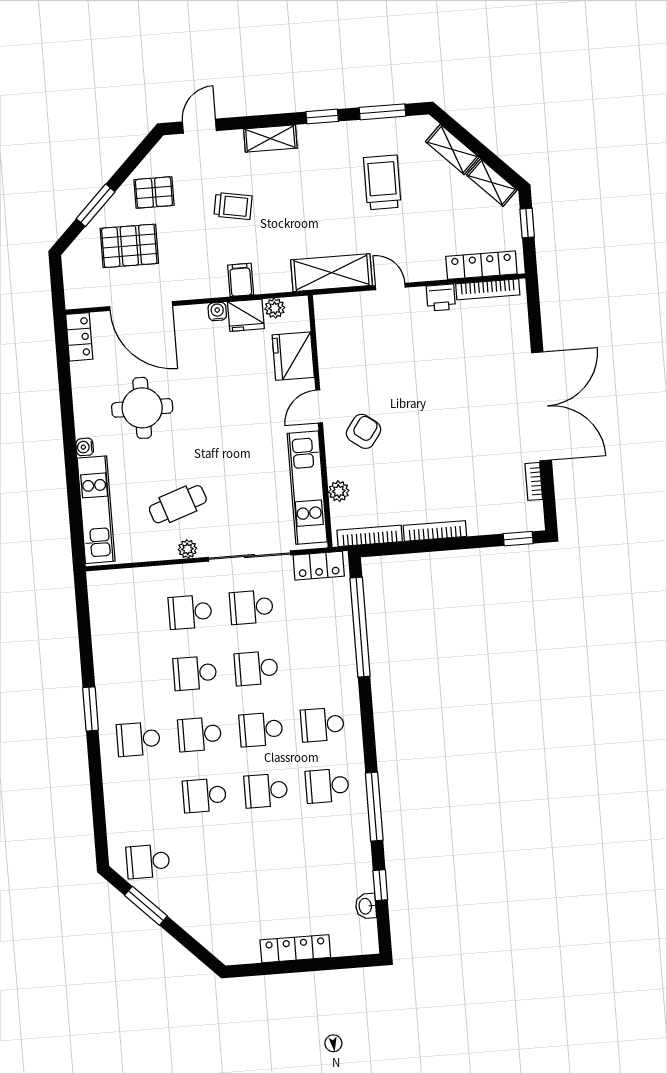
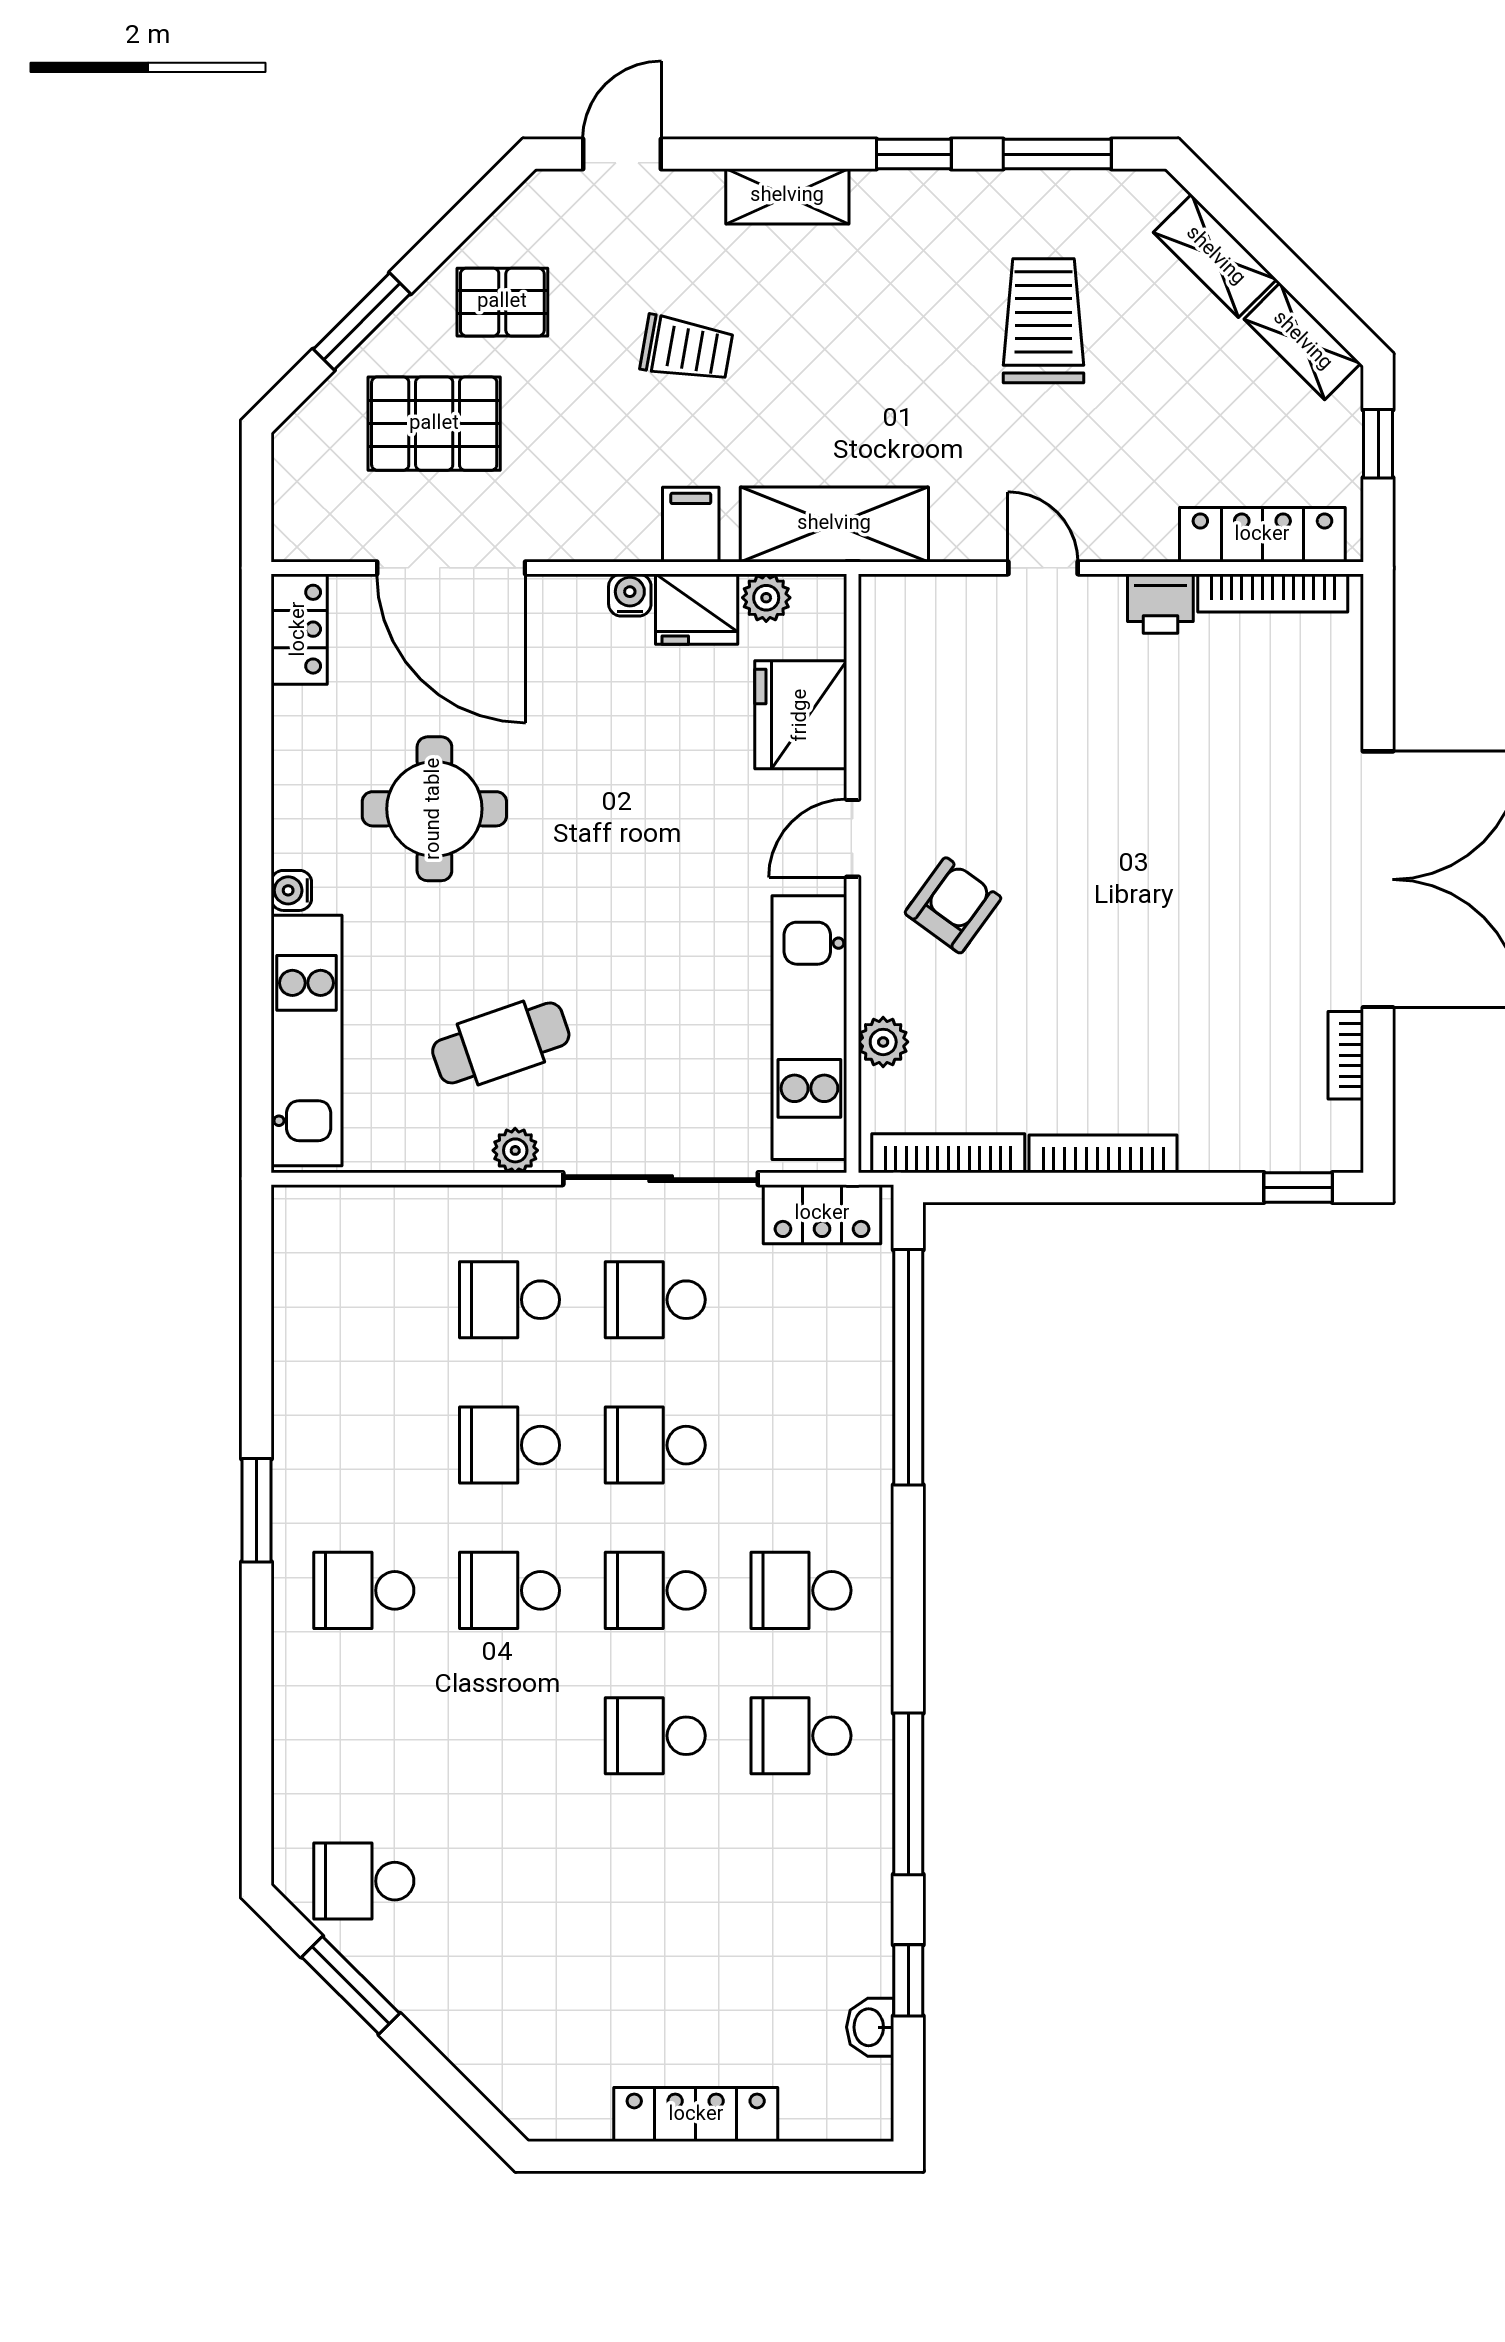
shelving: (332, 273) -> (834, 524), moved
school desk: (204, 795) -> (510, 1736), removed

